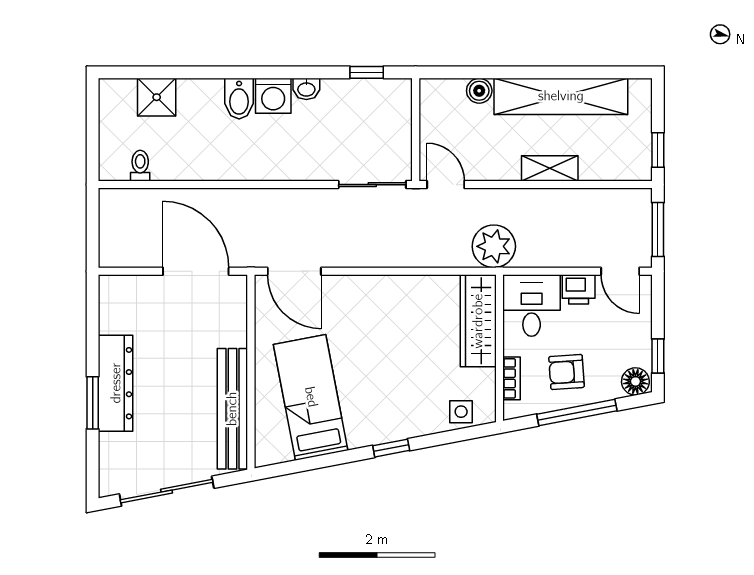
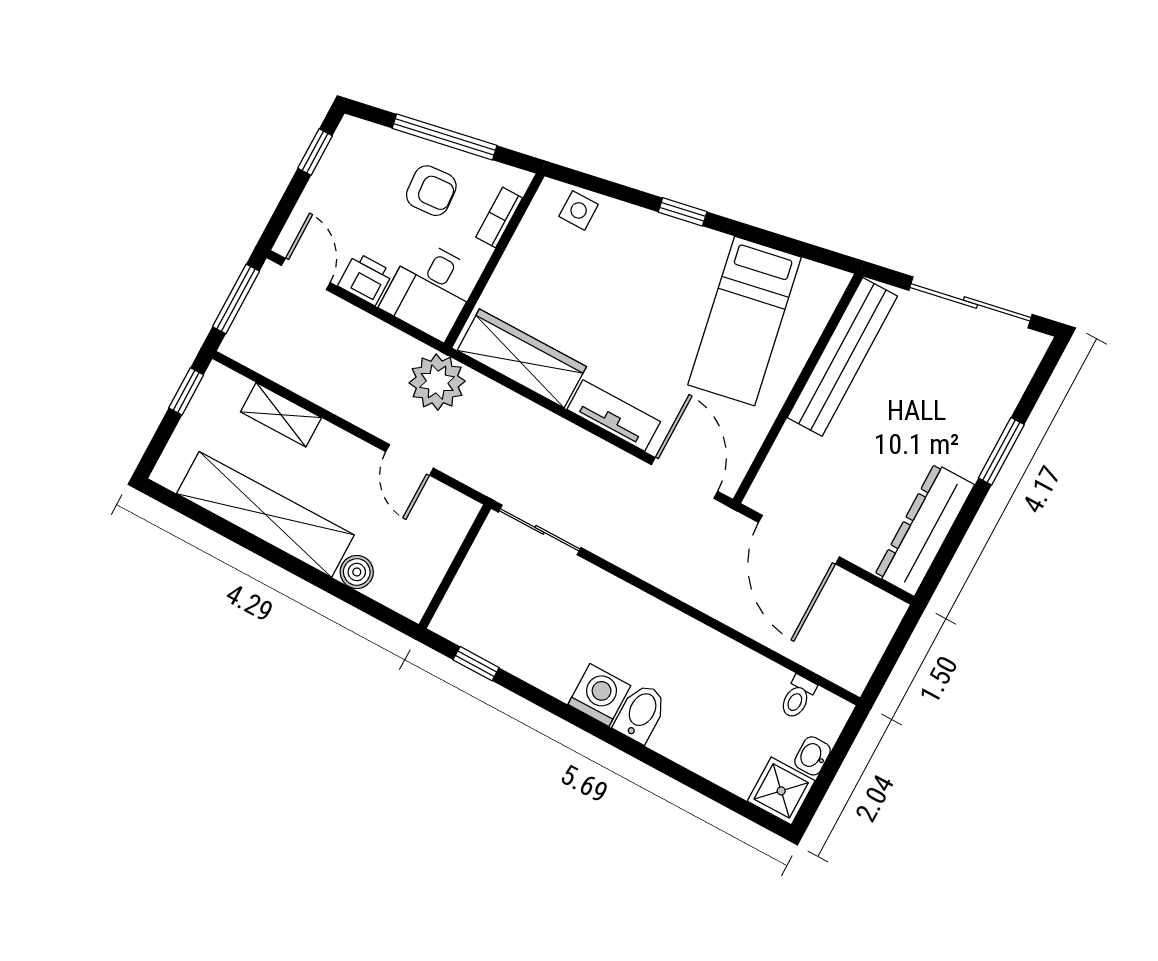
washbasin: (306, 89) -> (813, 756), moved, turned -90
shower: (157, 97) -> (781, 791), moved
shelving: (550, 168) -> (281, 415), moved
door: (446, 185) -> (410, 460), moved
tv unit: (364, 287) -> (614, 416), added
wardrobe: (478, 321) -> (522, 358), moved, turned -90
floor lamp: (635, 381) -> (357, 136), removed
dresser: (116, 383) -> (925, 530), moved

